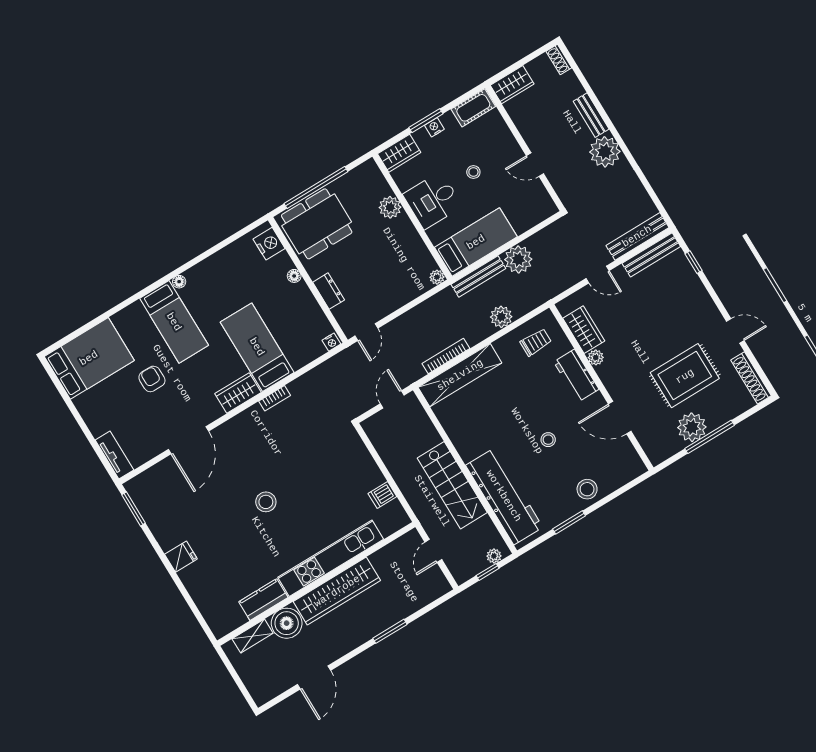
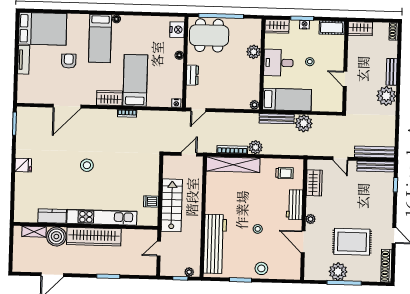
plant: (501, 317) -> (256, 147), moved
plant: (596, 357) -> (311, 219), moved
tv unit: (114, 455) -> (24, 60), moved
stairs: (452, 485) -> (172, 205), moved, turned 180

